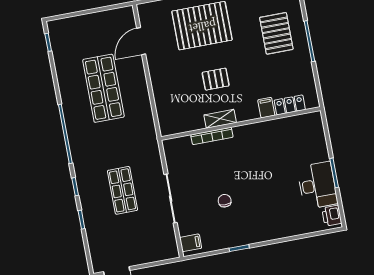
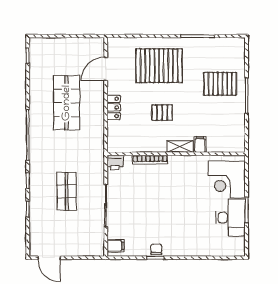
pallet: (276, 33) -> (220, 84), turned 90
locker: (290, 105) -> (114, 107), moved, turned 90
shelving: (220, 119) -> (180, 147), moved
corner desk: (305, 142) -> (227, 179), added
chair: (225, 201) -> (156, 249), moved
printer: (332, 216) -> (115, 162), moved, turned -90

